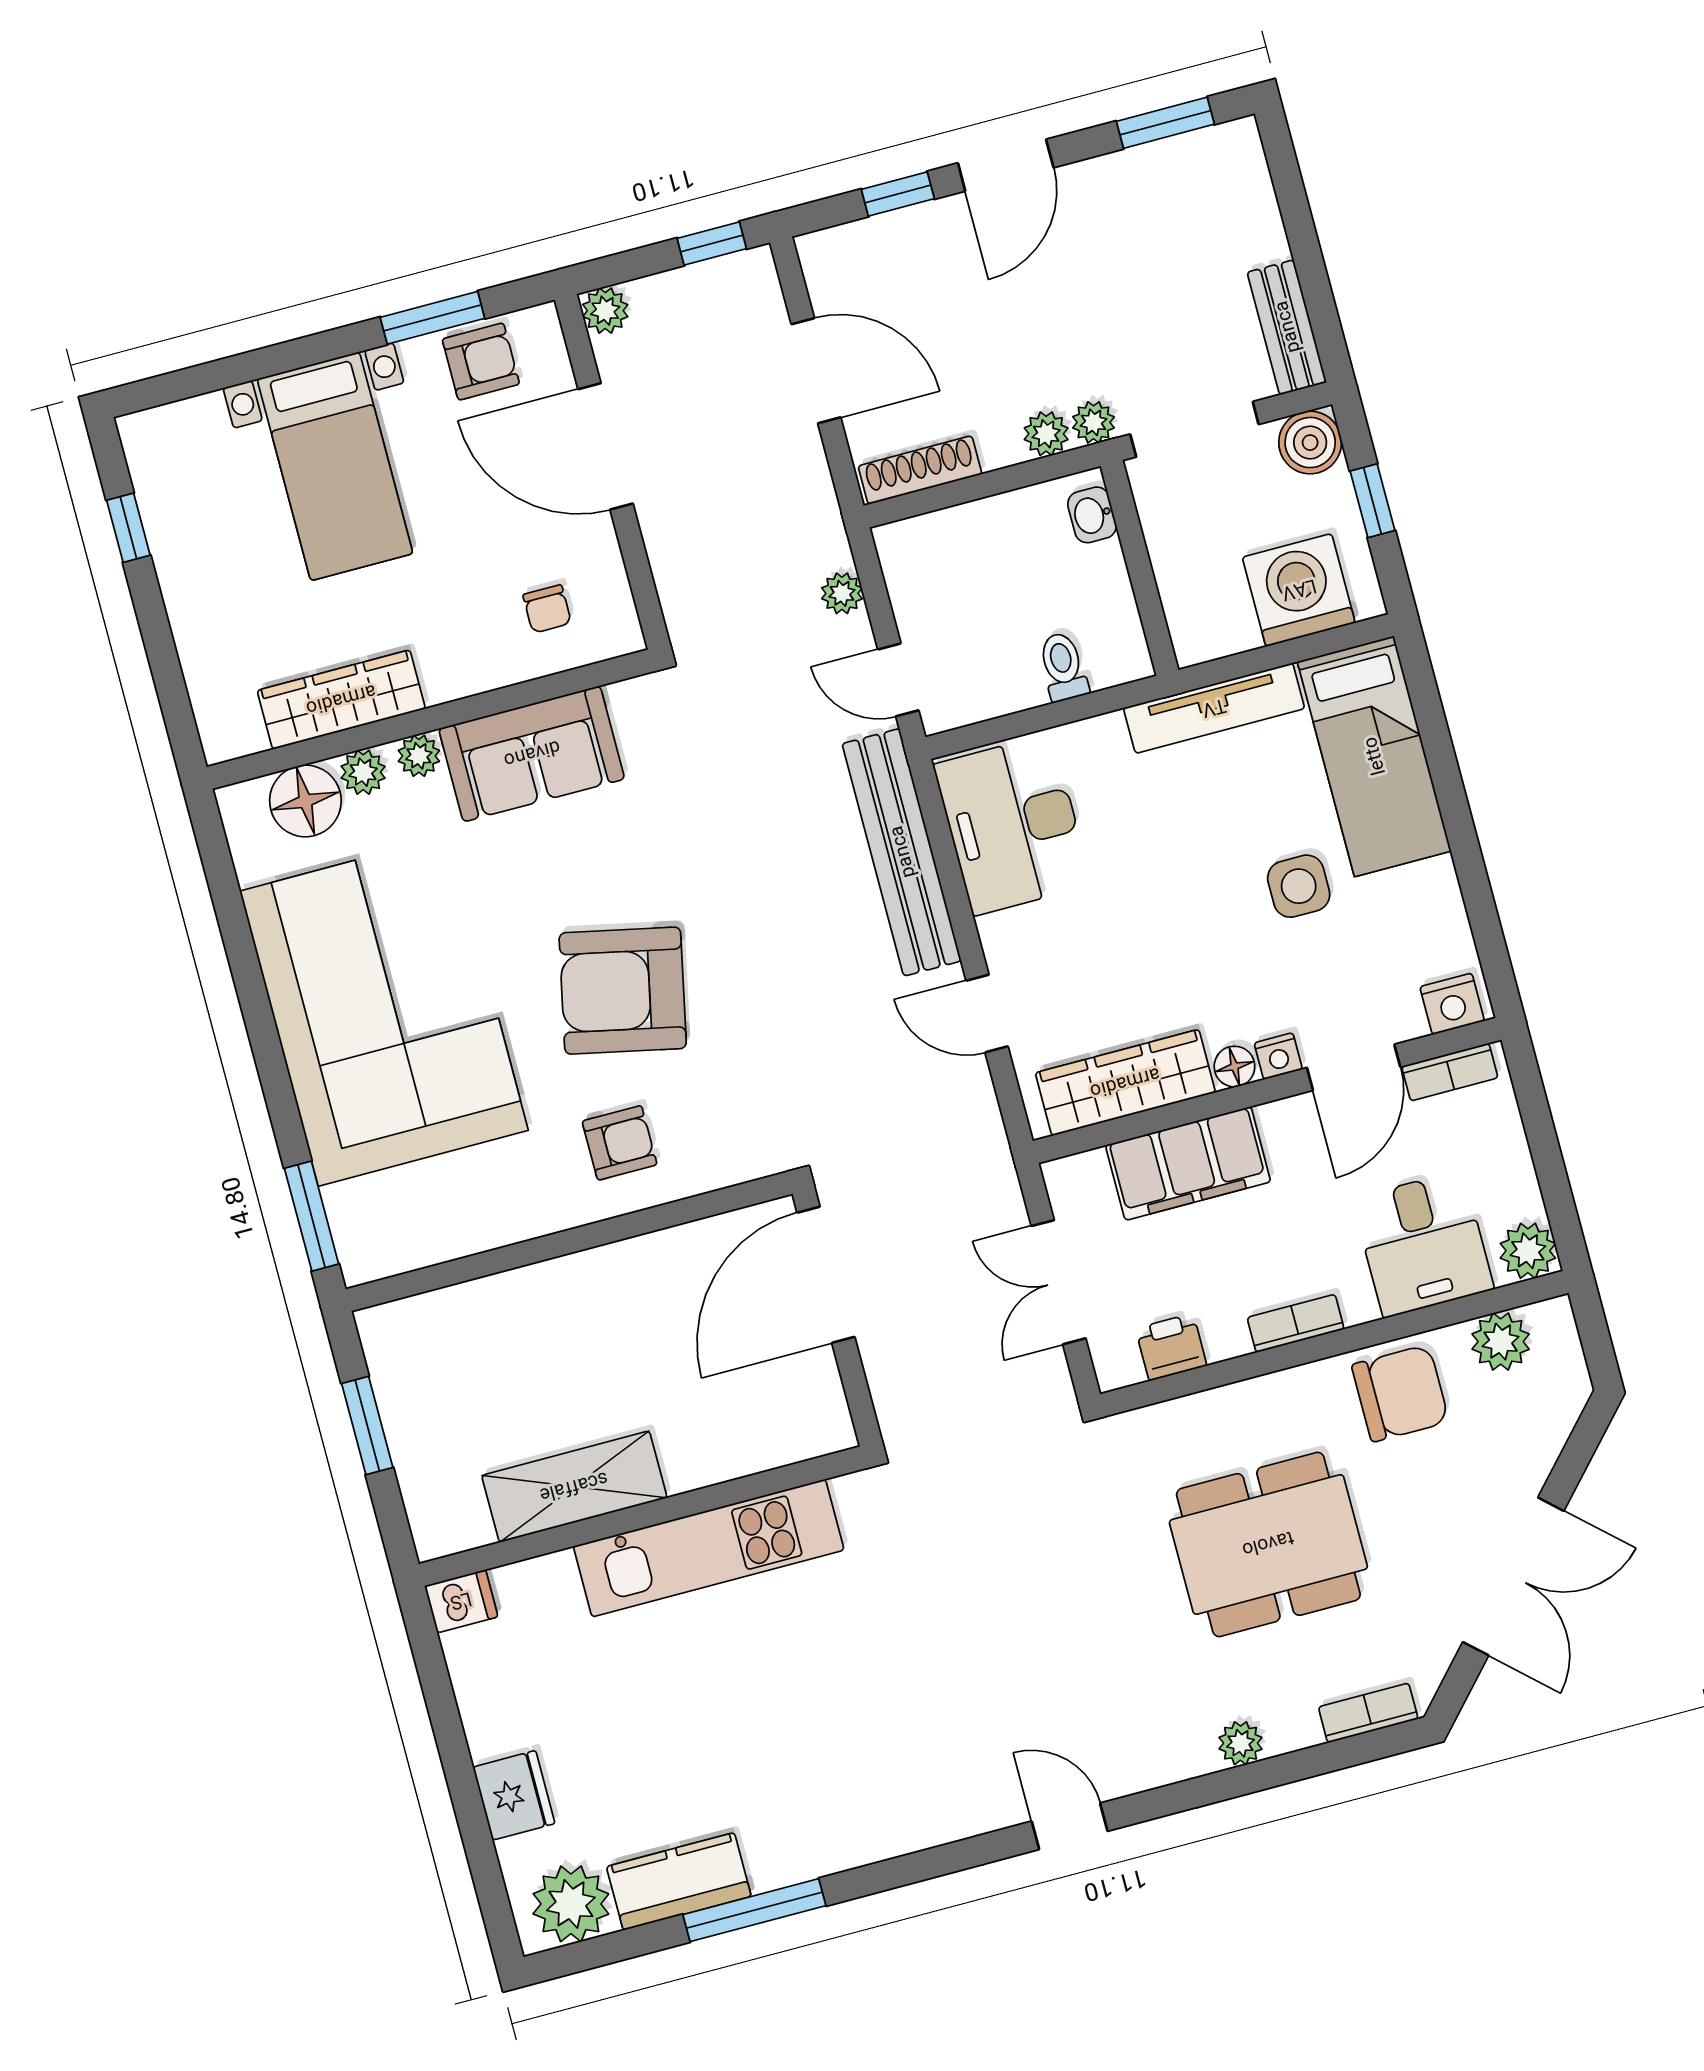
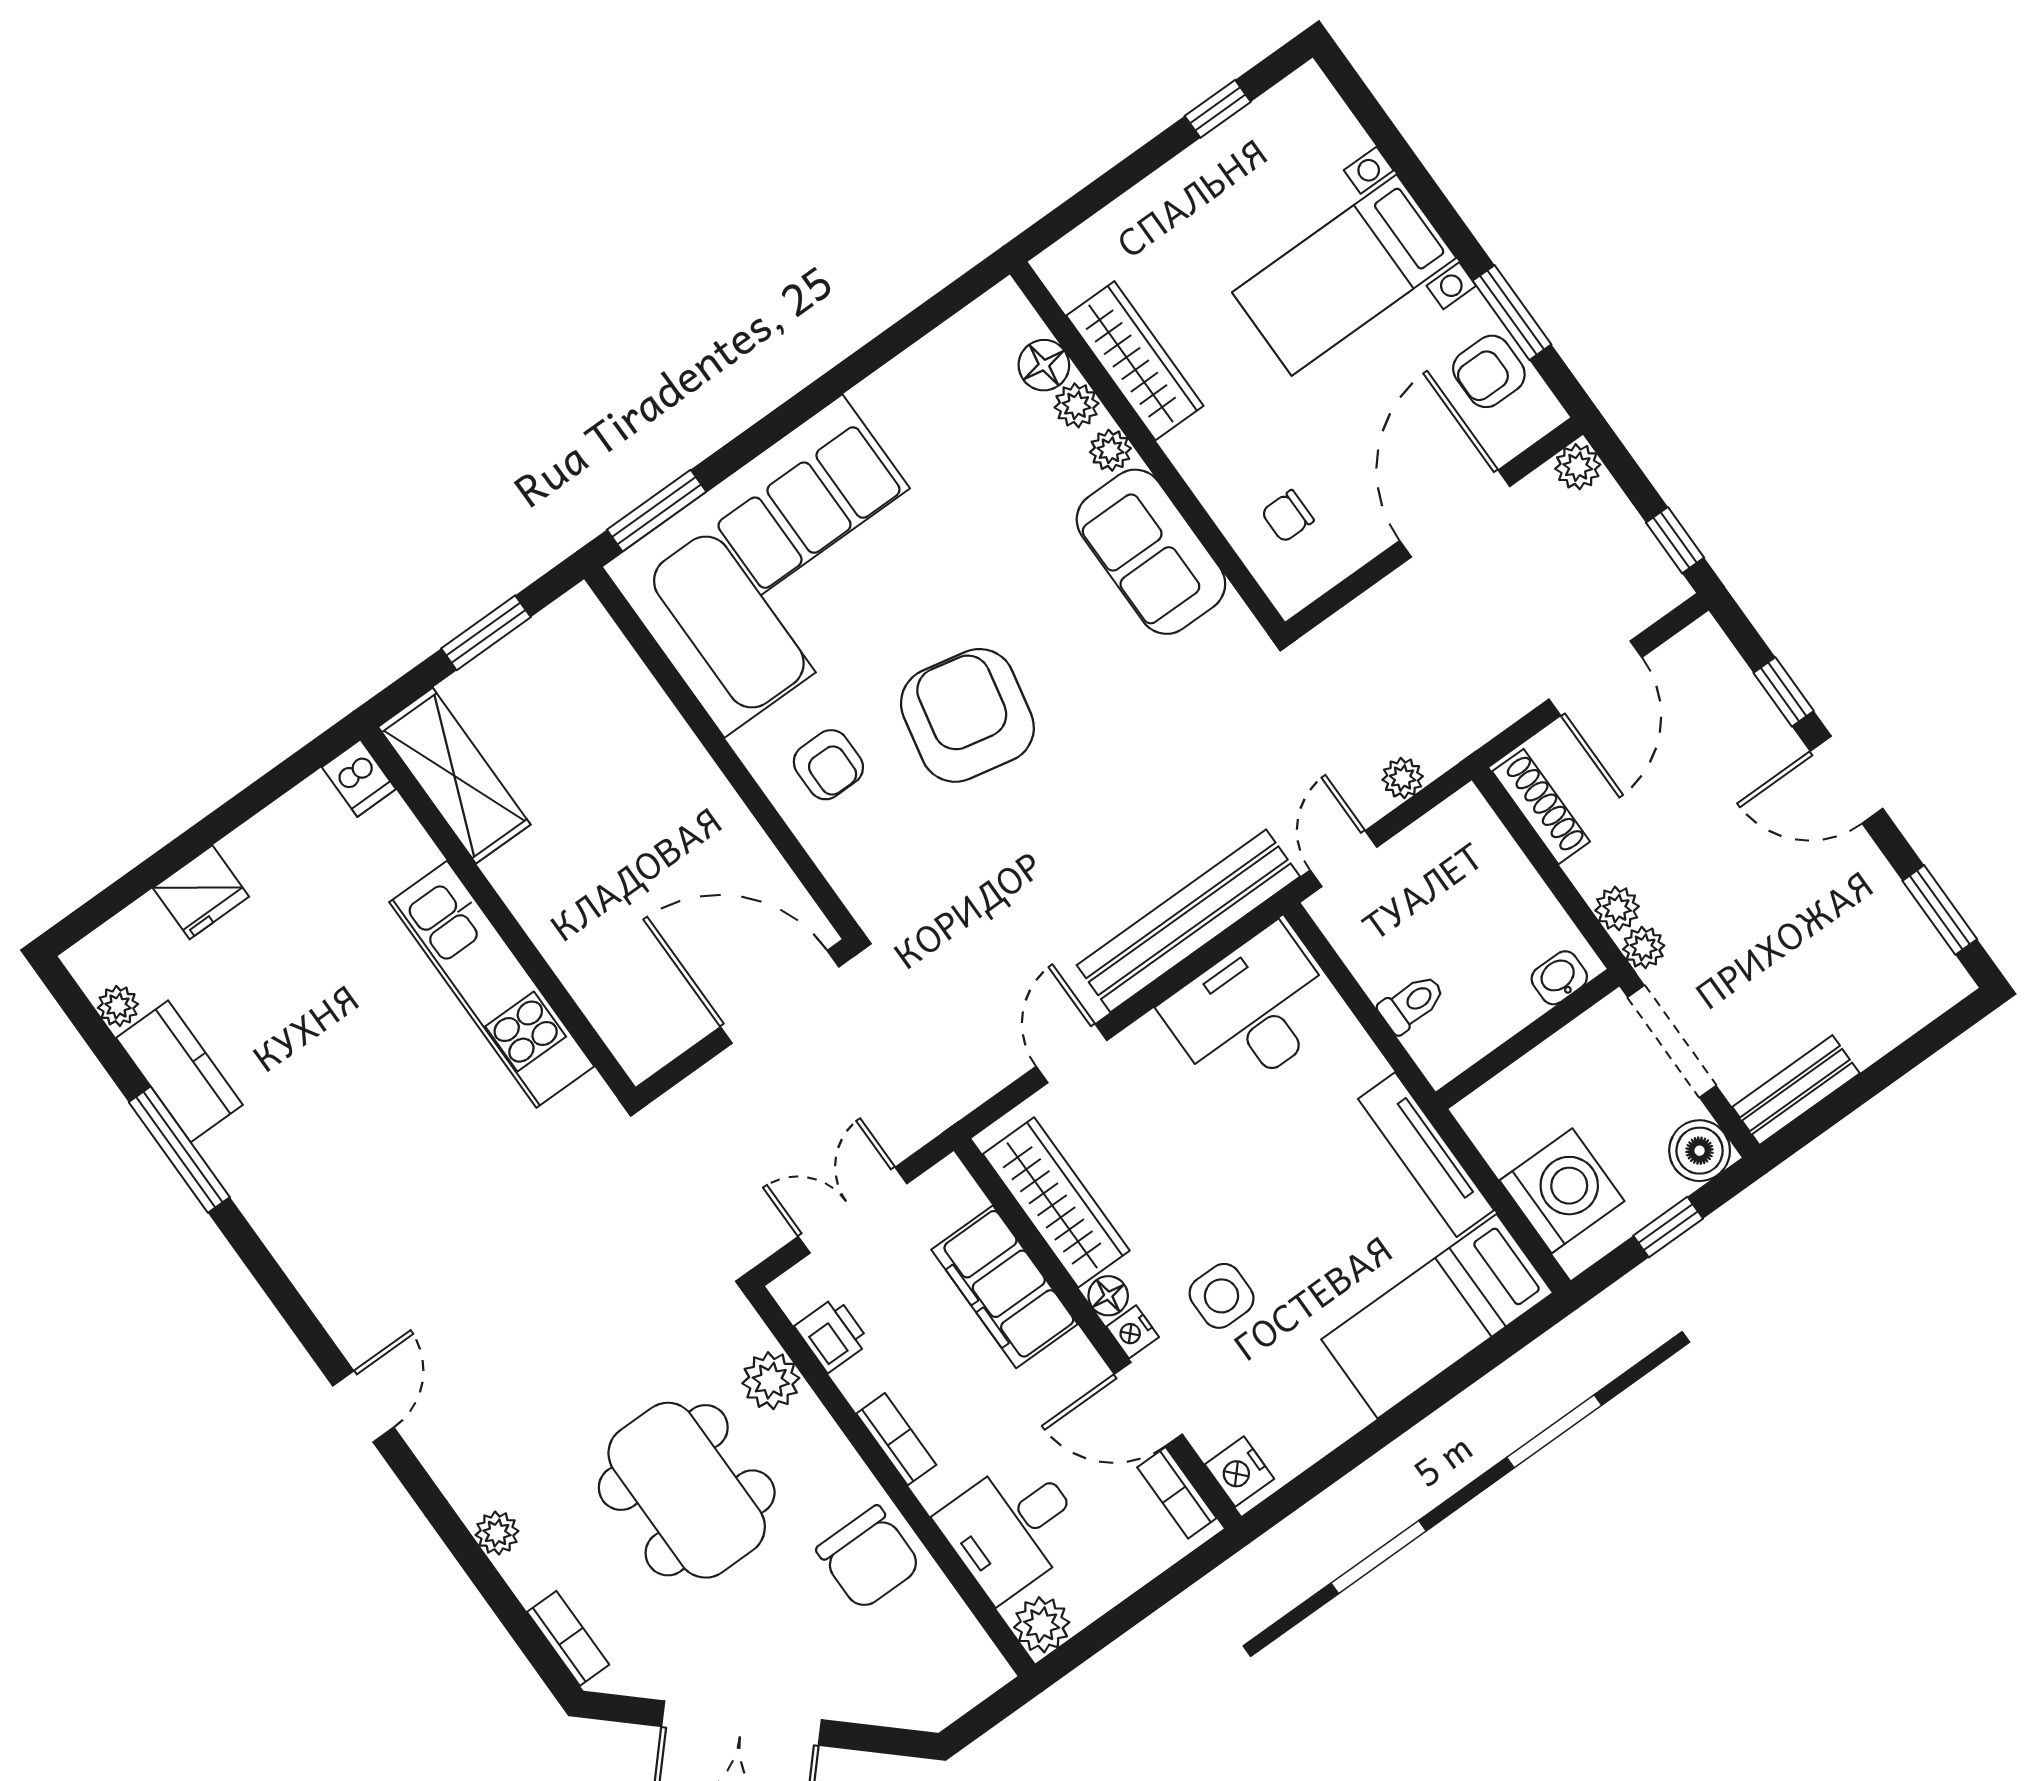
armchair: (481, 362) -> (1489, 371), turned 90
floor lamp: (305, 801) -> (1044, 365), width x0.73, depth x0.73
side table: (1299, 886) -> (1222, 1296), moved
corner sofa: (384, 1011) -> (783, 566), moved
plant: (1501, 1342) -> (771, 1381), moved
shelving: (574, 1487) -> (454, 776), moved
plant: (571, 1904) -> (118, 1006), width x0.53, depth x0.53

